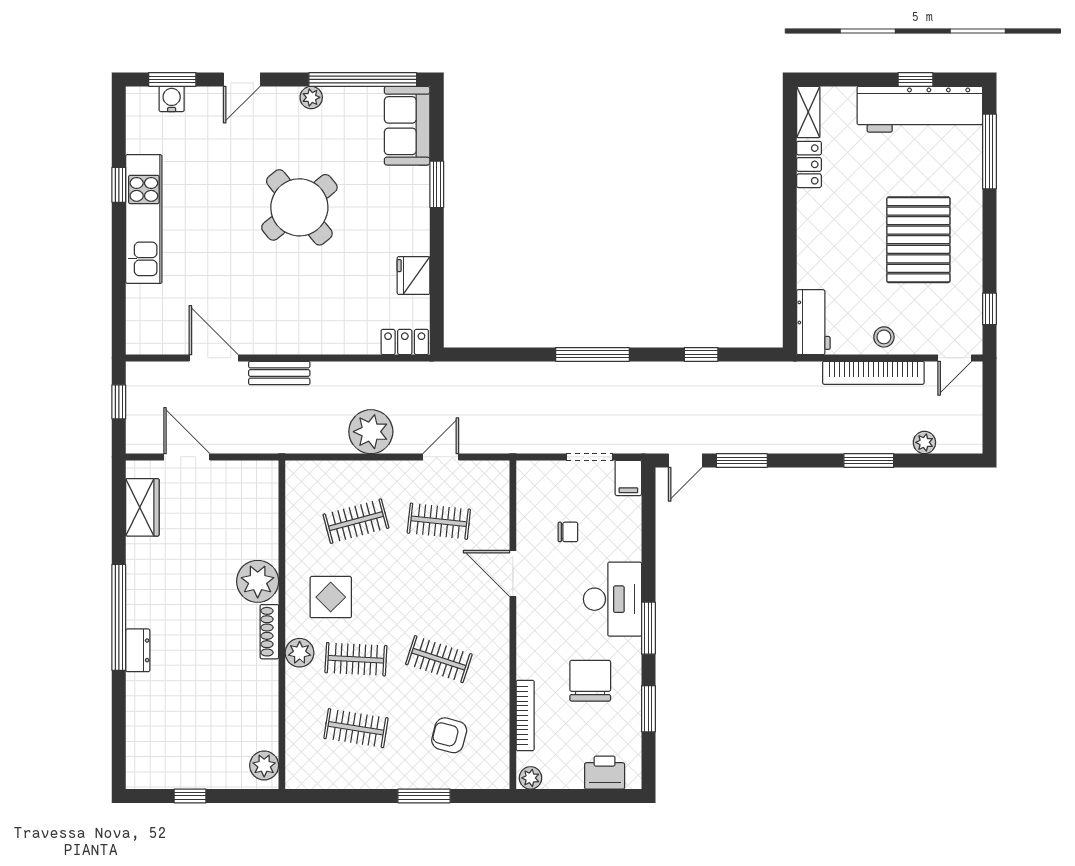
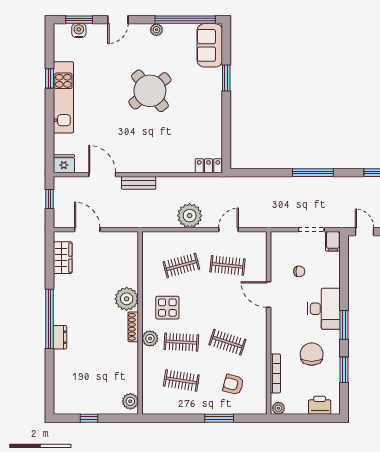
fridge: (414, 276) -> (64, 164), moved, turned 90
door: (685, 461) -> (365, 232), swing flipped

